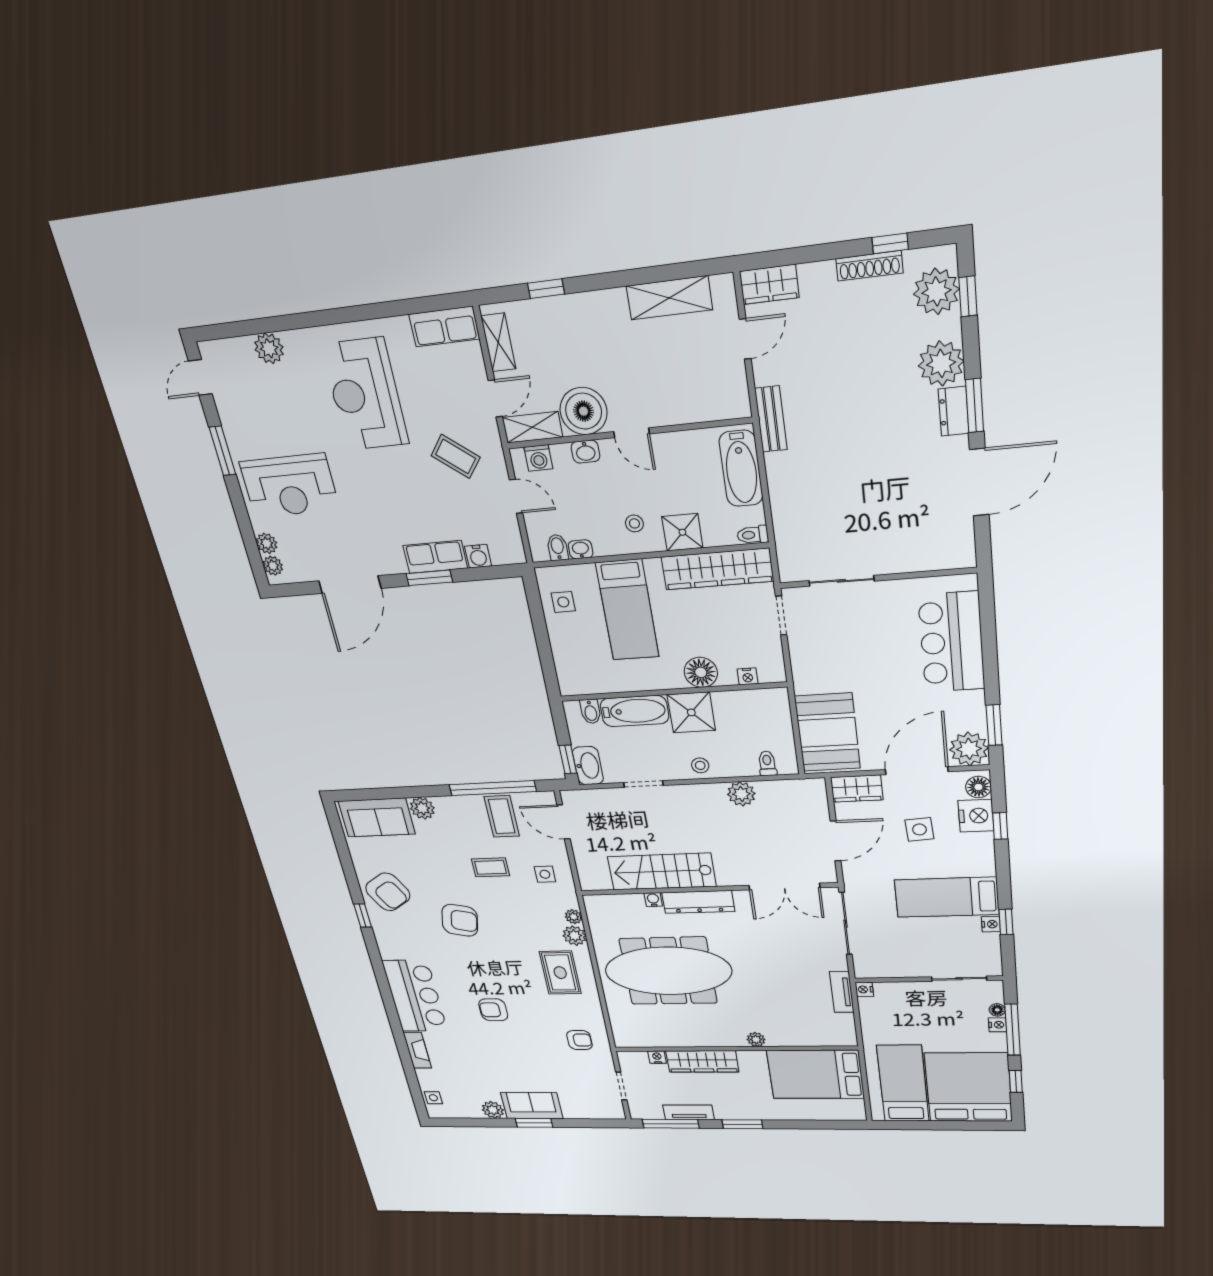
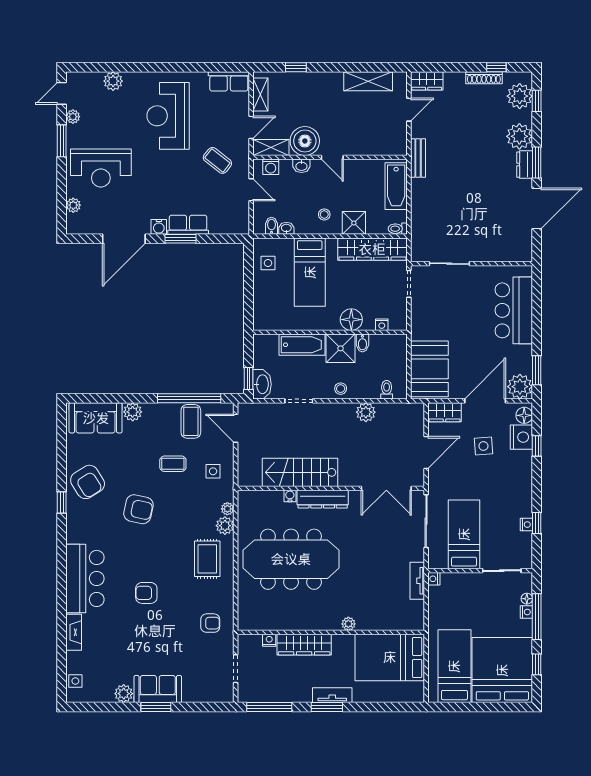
water cooler: (478, 556) -> (159, 227), moved
plant: (273, 566) -> (73, 117), moved
bidet: (591, 711) -> (362, 343), moved
bed: (947, 897) -> (464, 534), moved, turned 90
tv unit: (689, 1112) -> (332, 695), moved

